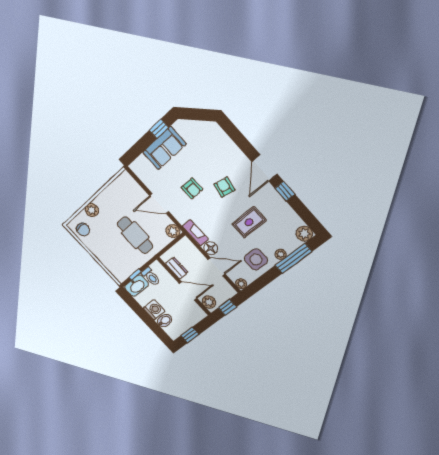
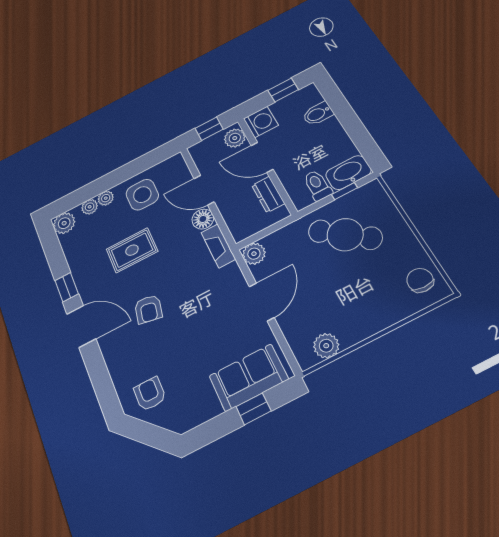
window: (159, 129) -> (253, 409), moved
sofa: (164, 148) -> (249, 378), moved
door: (264, 168) -> (81, 326), hinge flipped
armchair: (192, 188) -> (150, 394), moved
door: (159, 204) -> (262, 302), hinge flipped
plant: (92, 210) -> (326, 346), moved
cafe table: (135, 235) -> (345, 235), moved, turned -51
window: (293, 258) -> (91, 190), removed
plant: (241, 284) -> (90, 207), moved
washing machine: (154, 310) -> (261, 122), moved, turned 180

